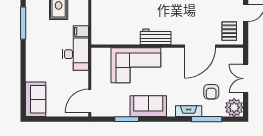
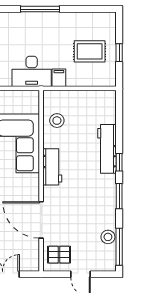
window: (23, 23) -> (40, 9), moved
stool: (117, 33) -> (57, 121), added

